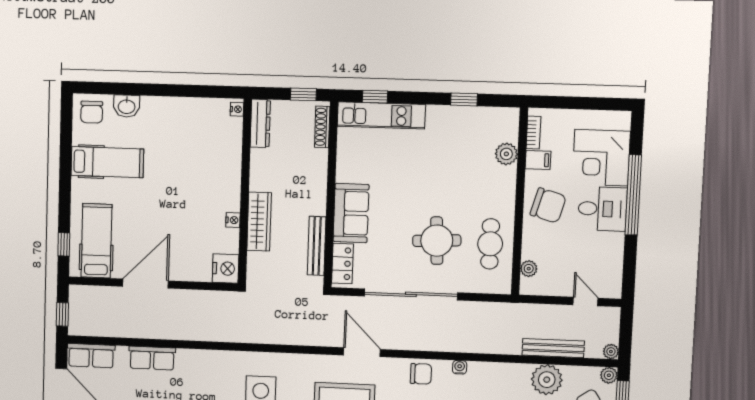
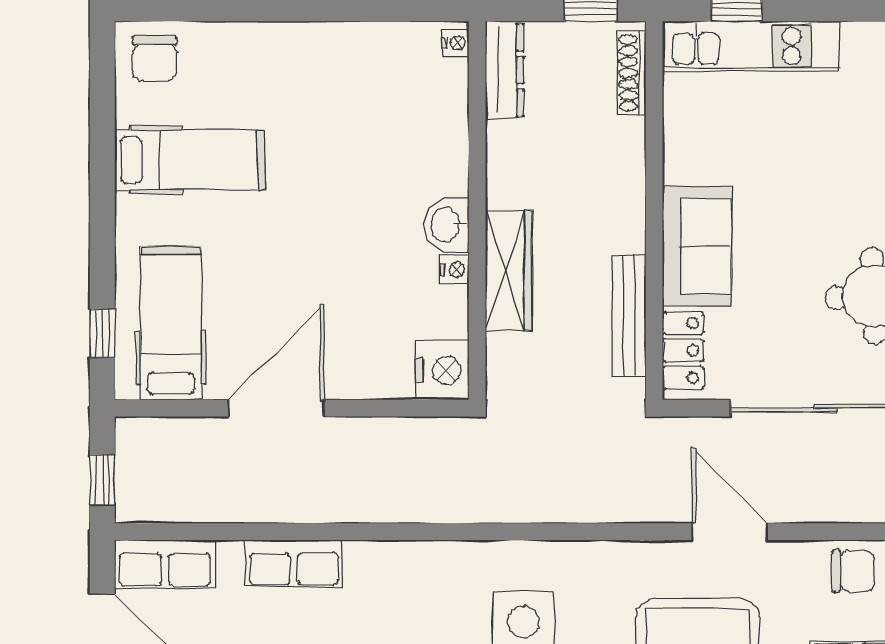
washbasin: (127, 106) -> (446, 224), moved, turned 90

